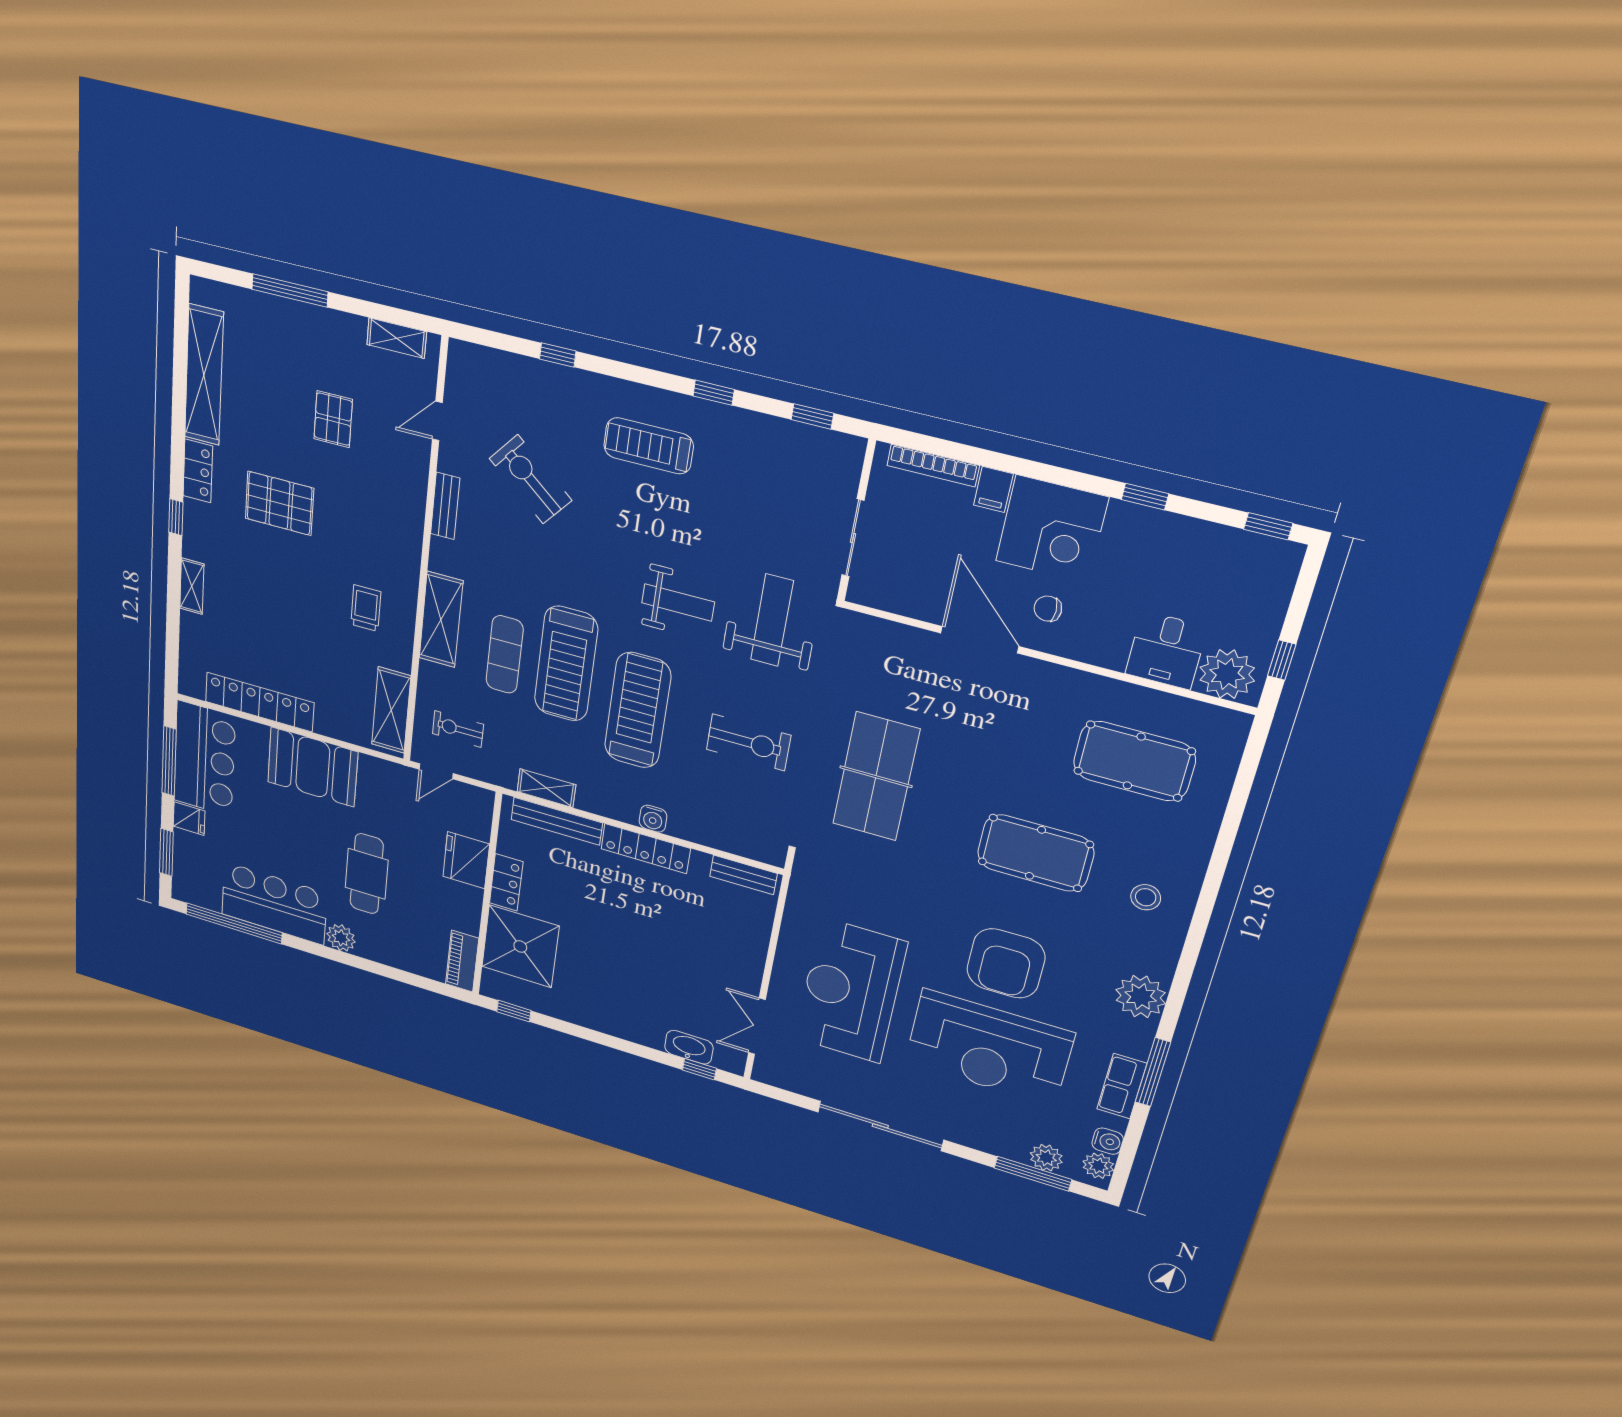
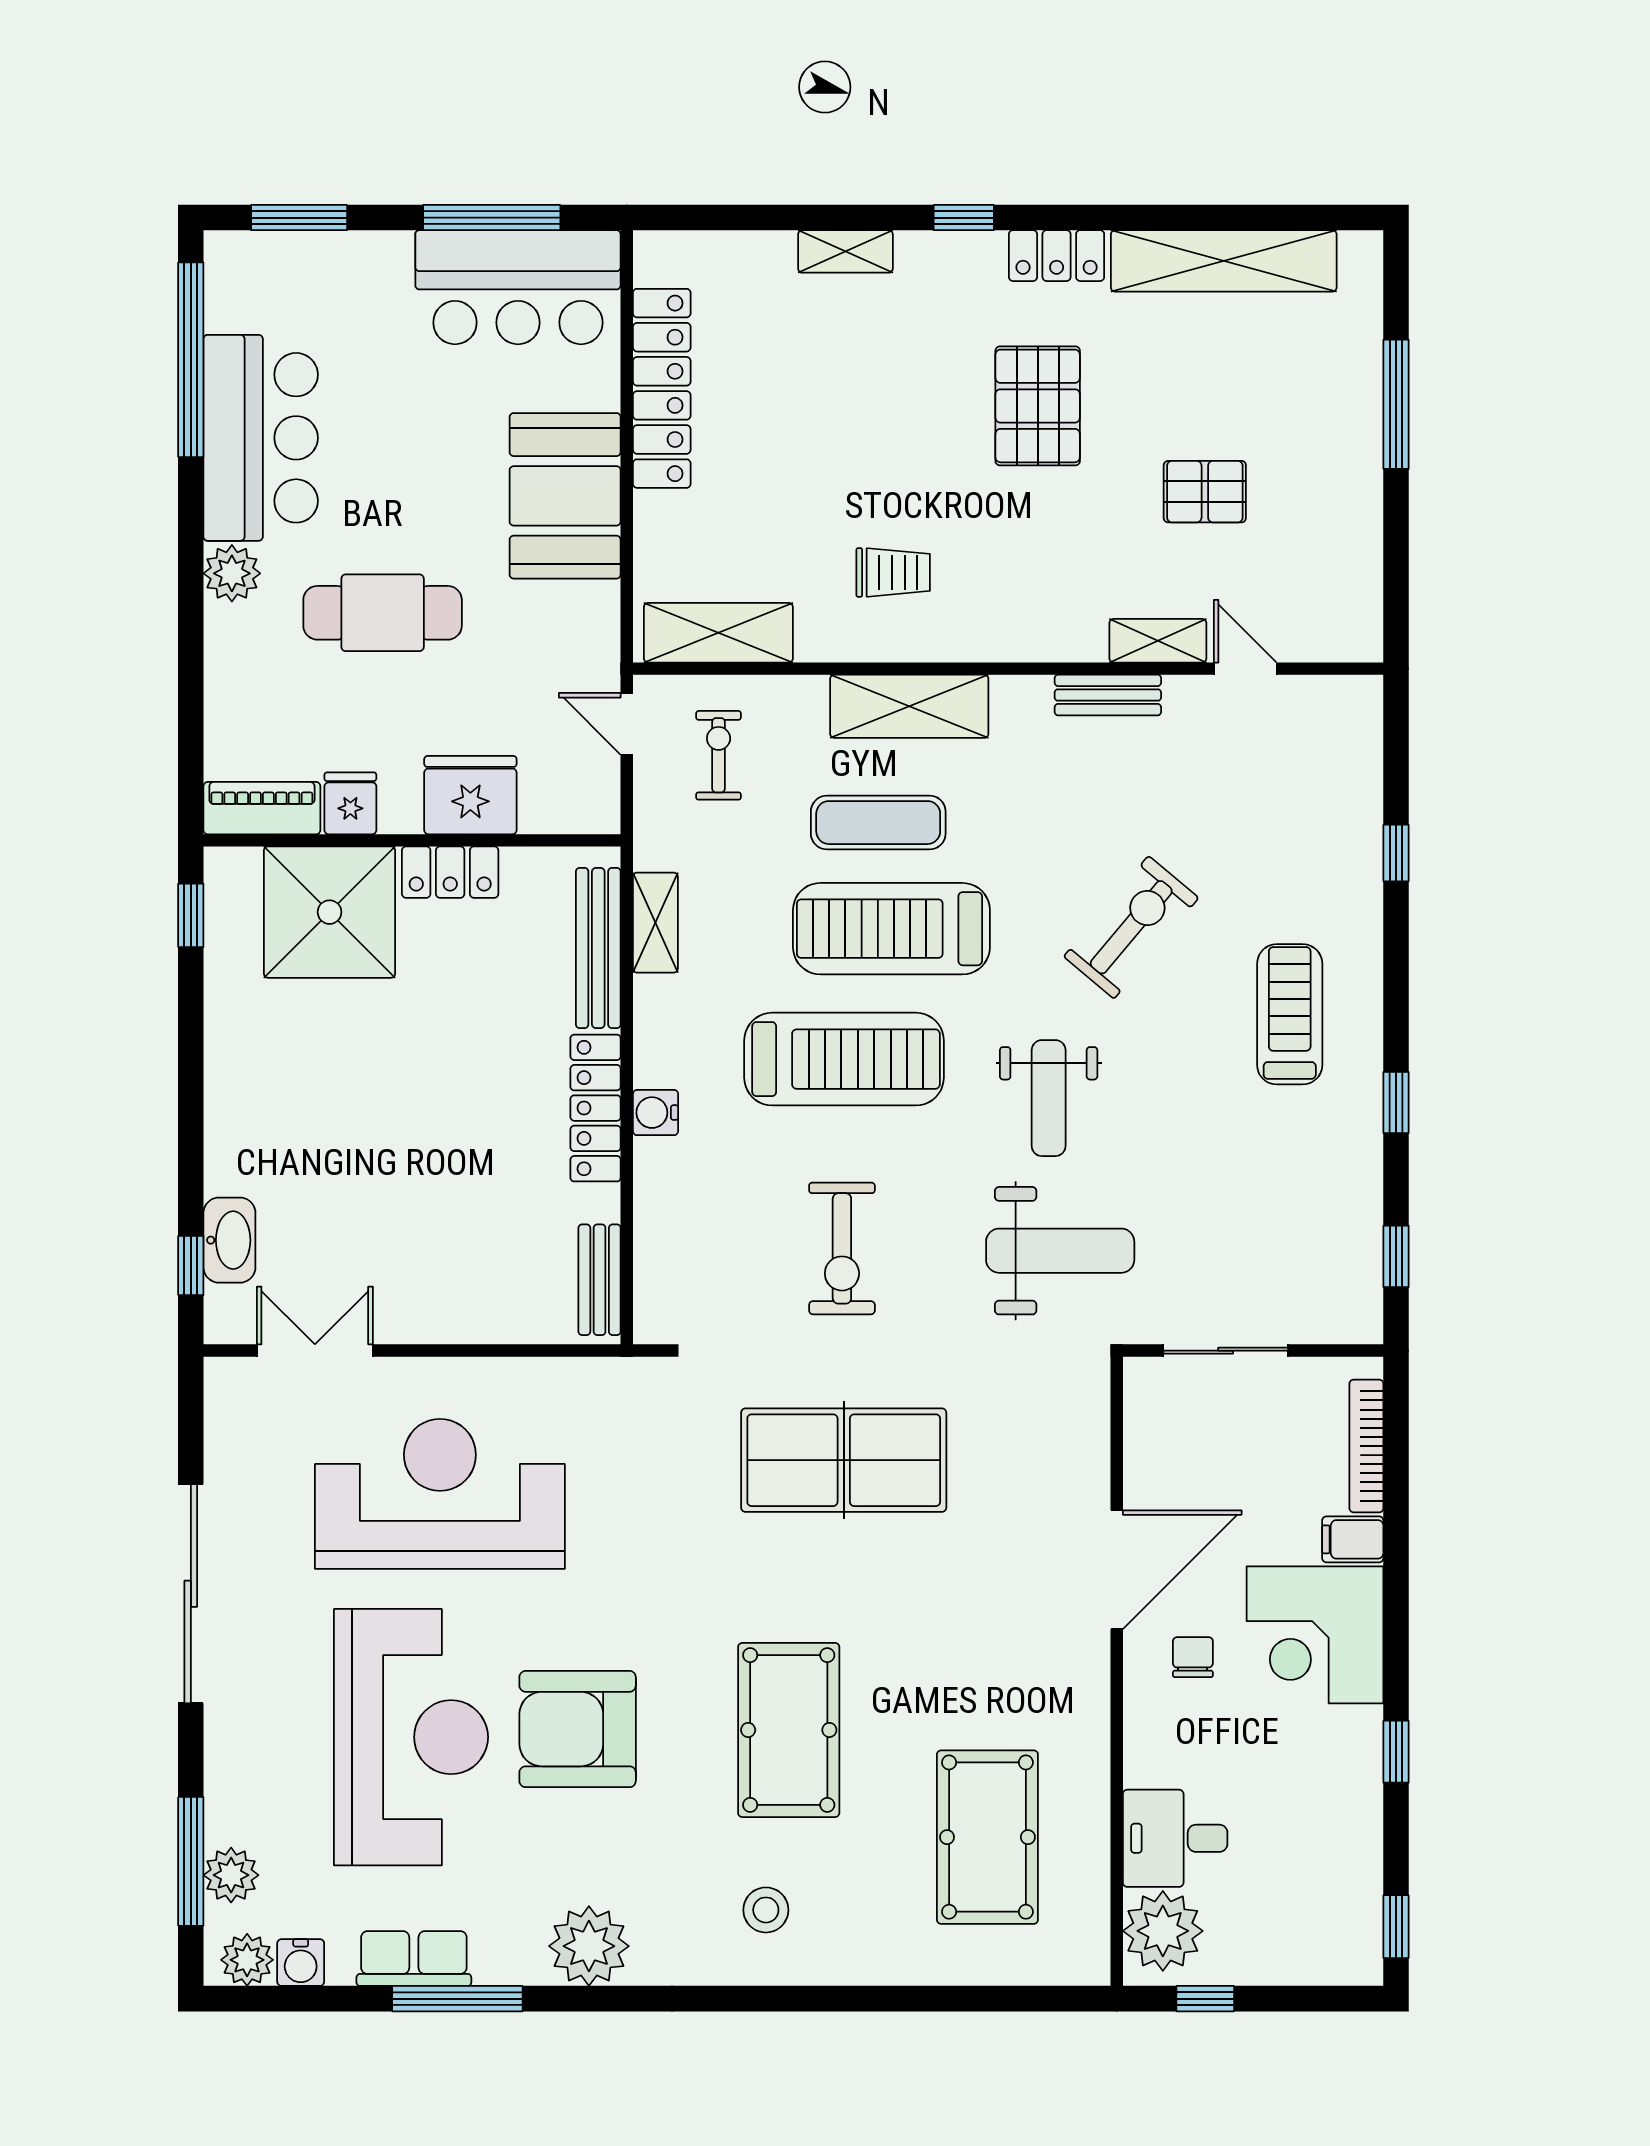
shelving: (397, 338) -> (1158, 641), moved, turned 90
exercise bike: (531, 479) -> (1131, 927), moved
fridge: (189, 819) -> (350, 803), moved, turned 180
reception desk: (989, 1048) -> (411, 1737), turned 180

